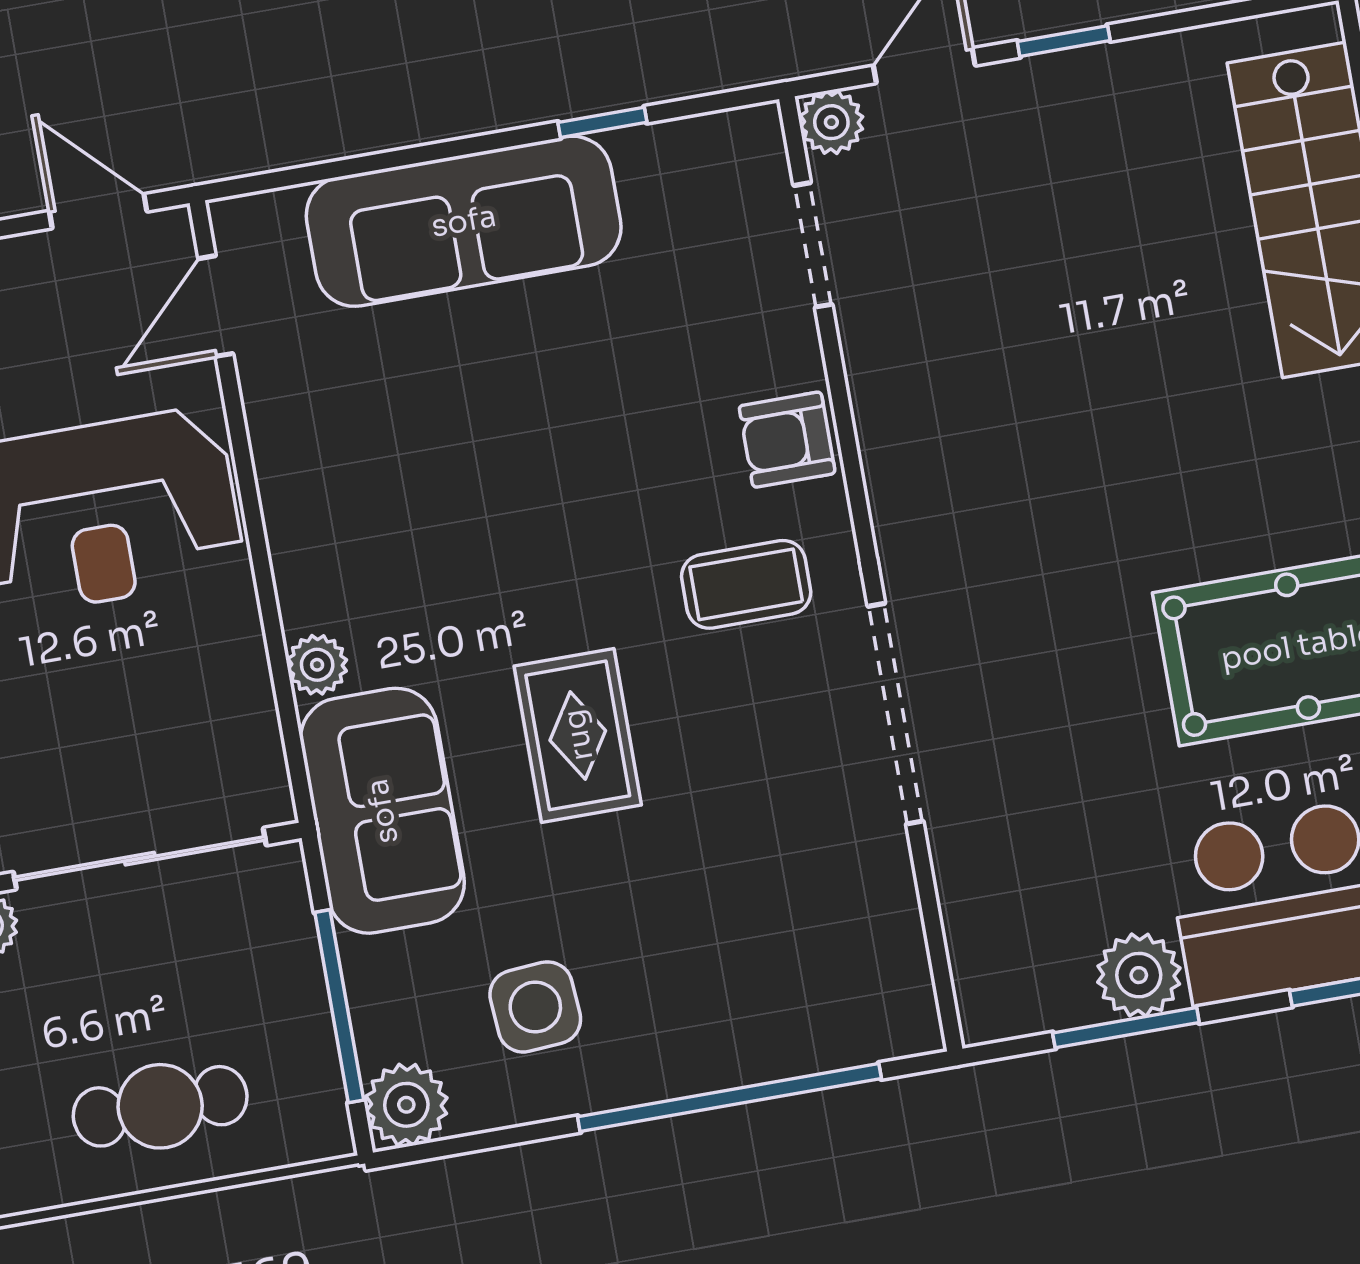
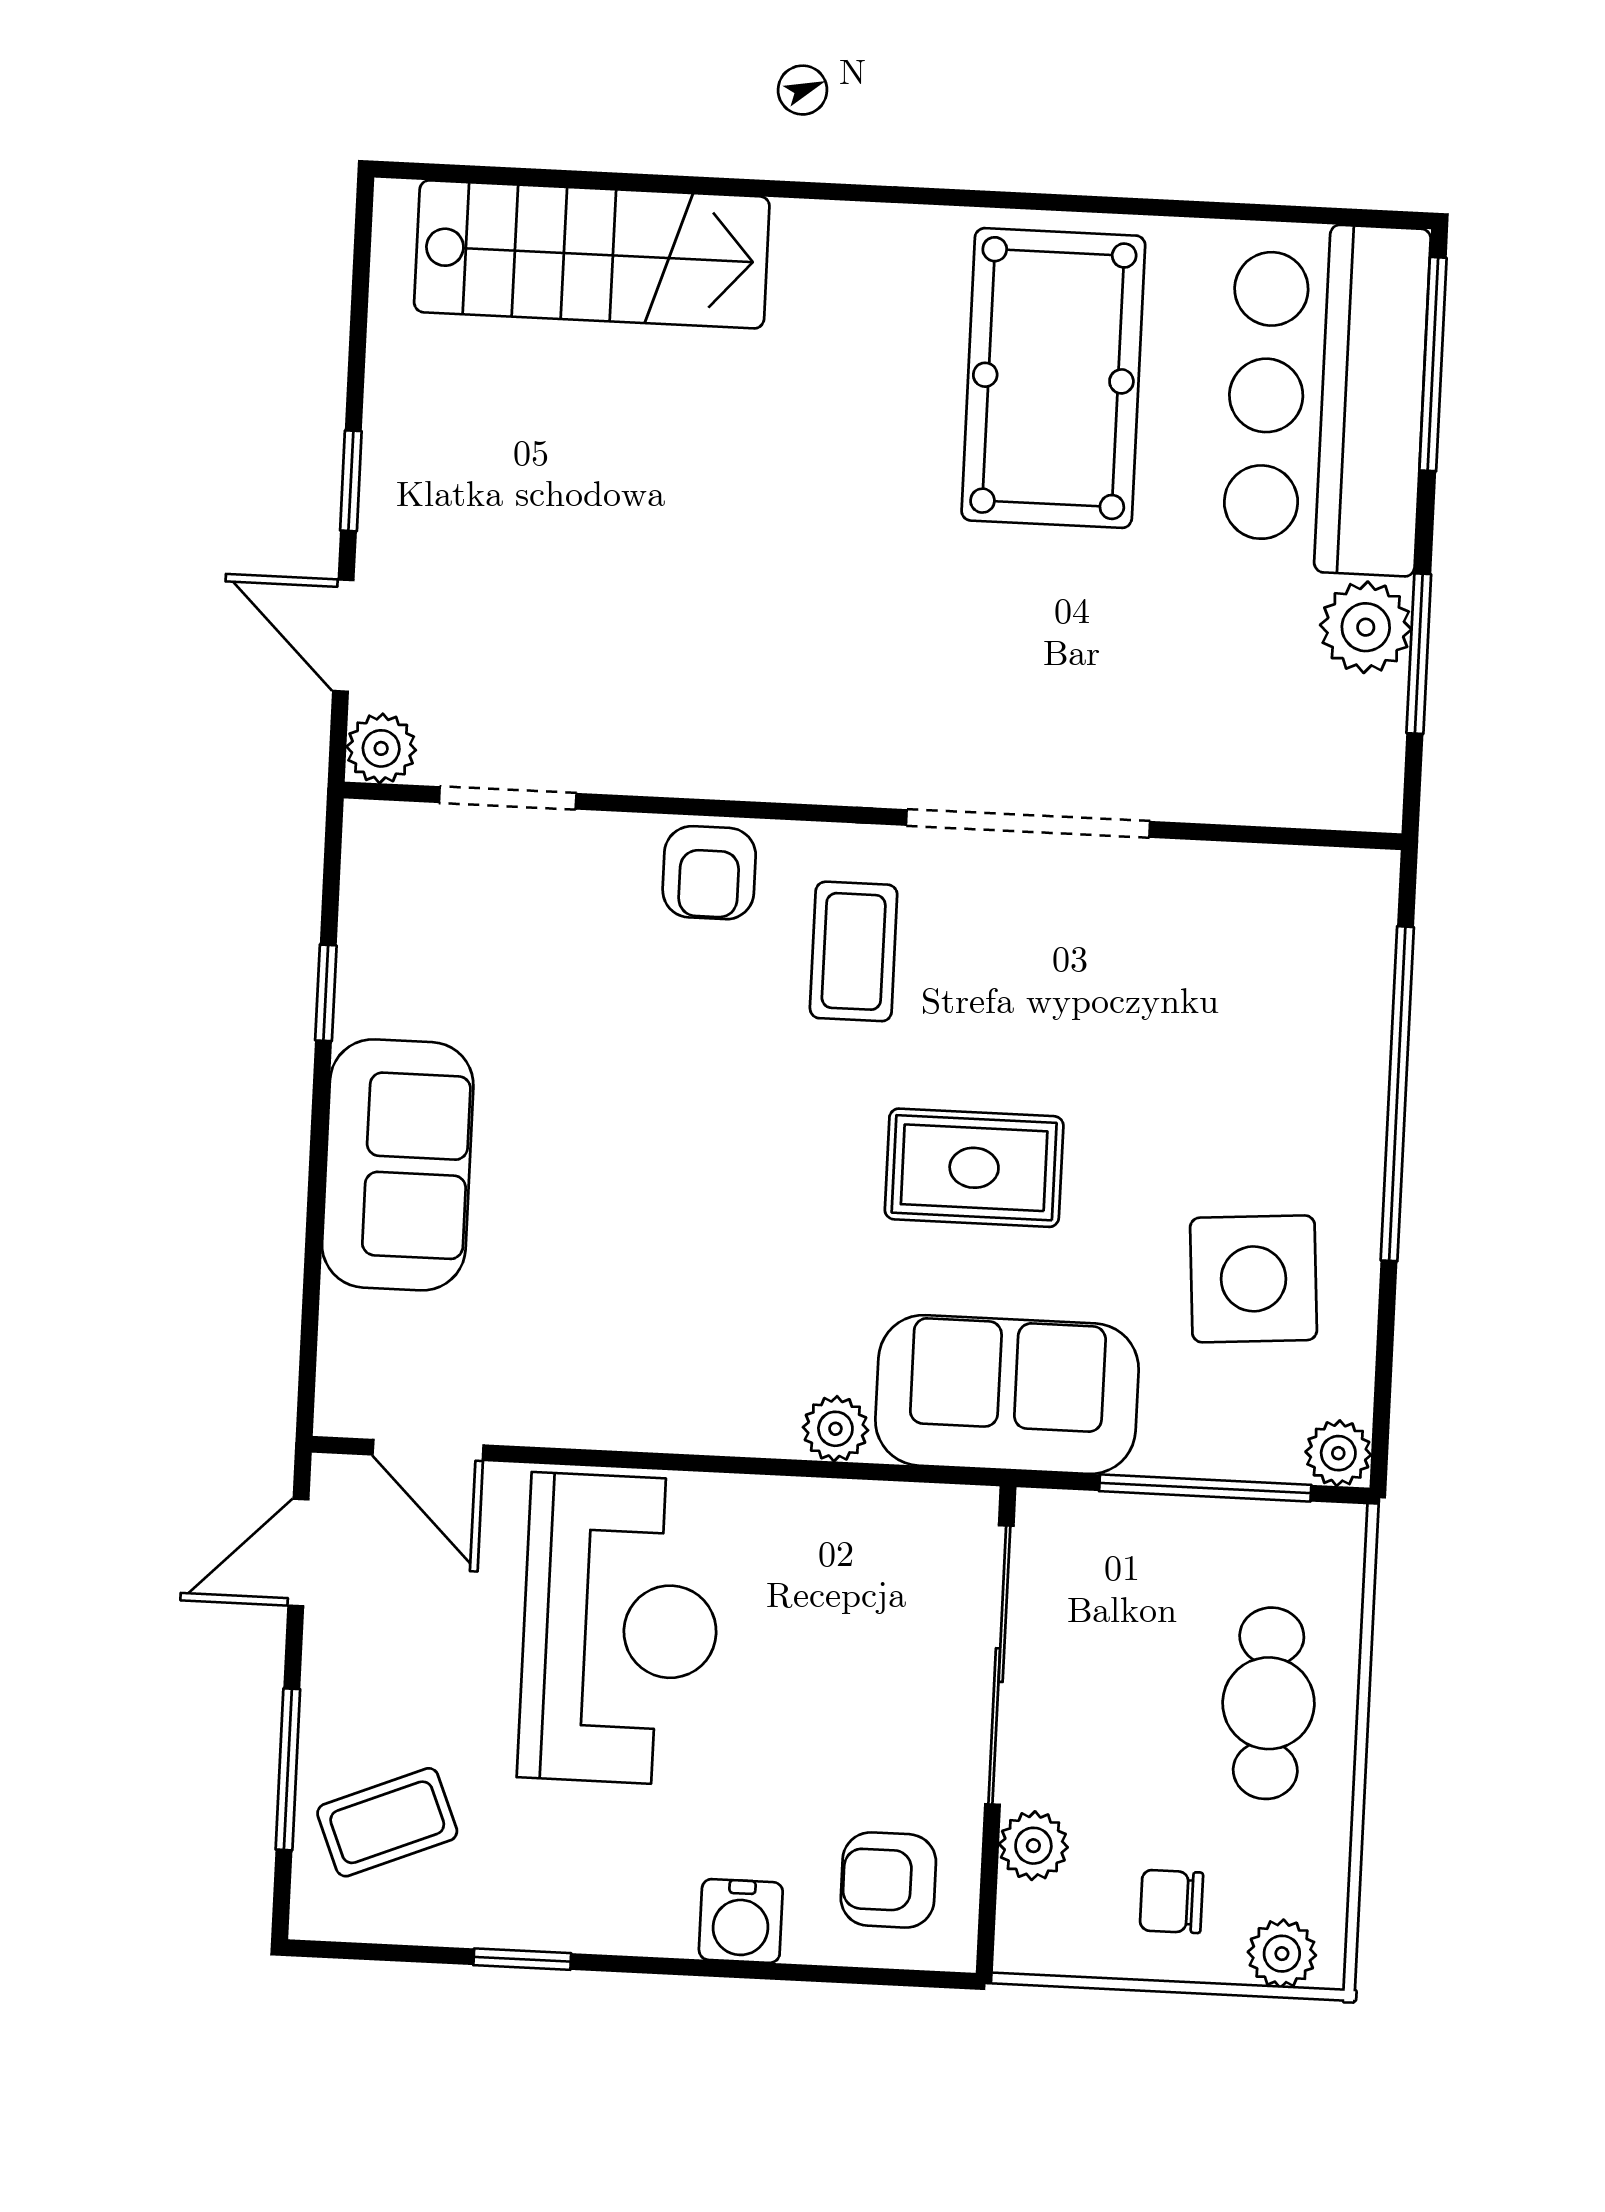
sofa: (464, 221) -> (398, 1165), width x0.73
side table: (535, 1007) -> (1254, 1279), width x1.37, depth x1.37
plant: (406, 1105) -> (1338, 1453), width x0.73, depth x0.73

